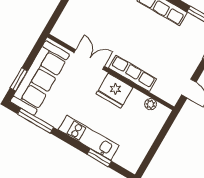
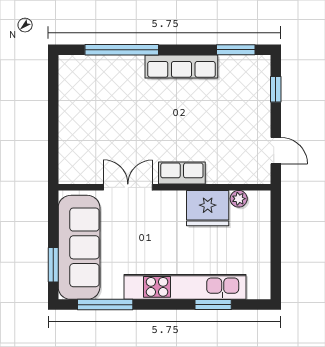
row of seats: (132, 73) -> (182, 173), width x0.68
fridge: (115, 91) -> (208, 208), moved
kitchen unit: (89, 138) -> (185, 287), width x1.36

